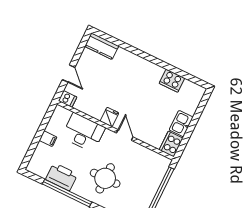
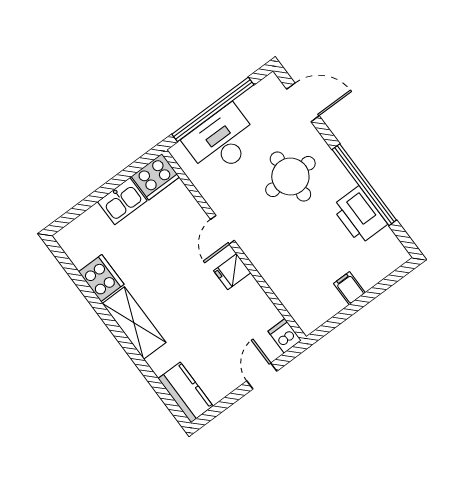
shelving: (144, 67) -> (134, 323), added
desk: (83, 132) -> (222, 141), moved, turned 90

